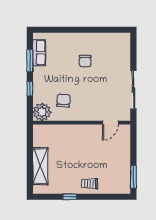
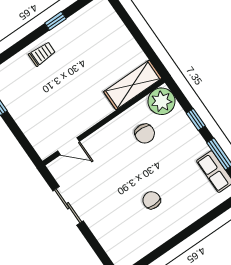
sliding door: (133, 90) -> (68, 206), width x0.73
door: (110, 123) -> (68, 146), swing flipped
shelving: (40, 166) -> (133, 85), moved, turned 90

